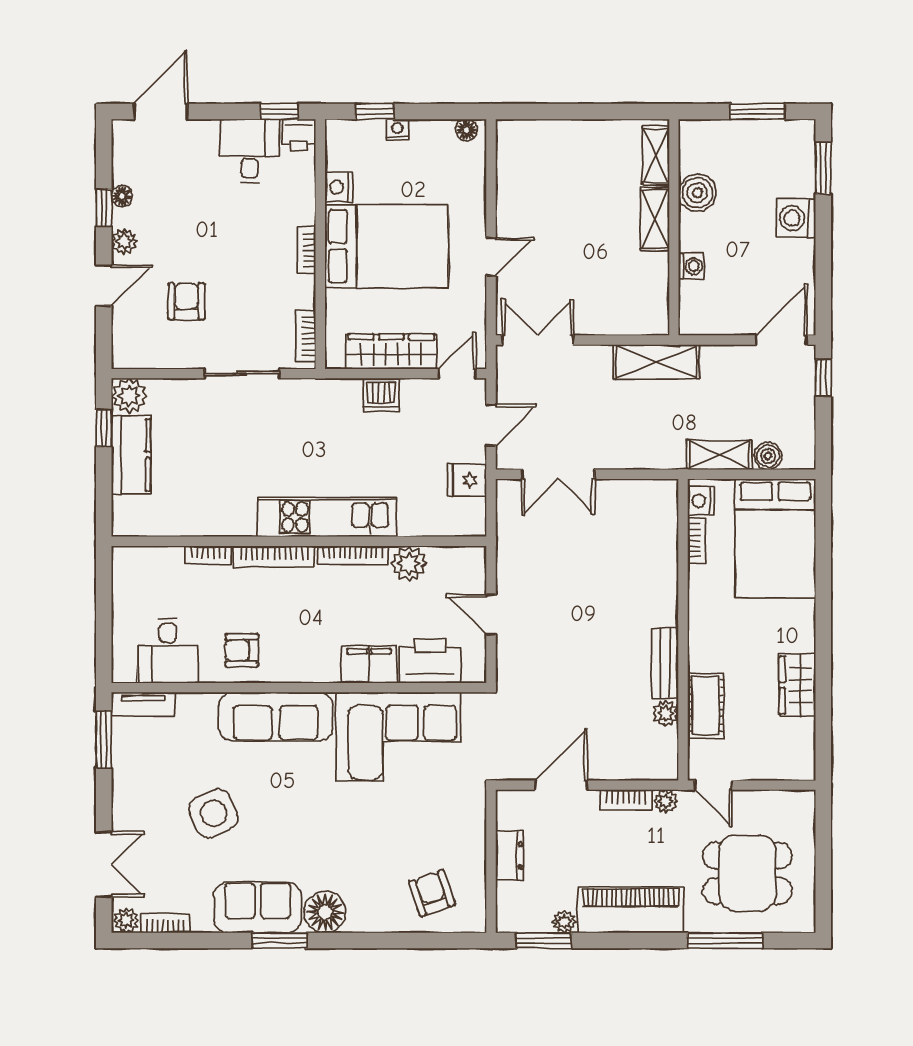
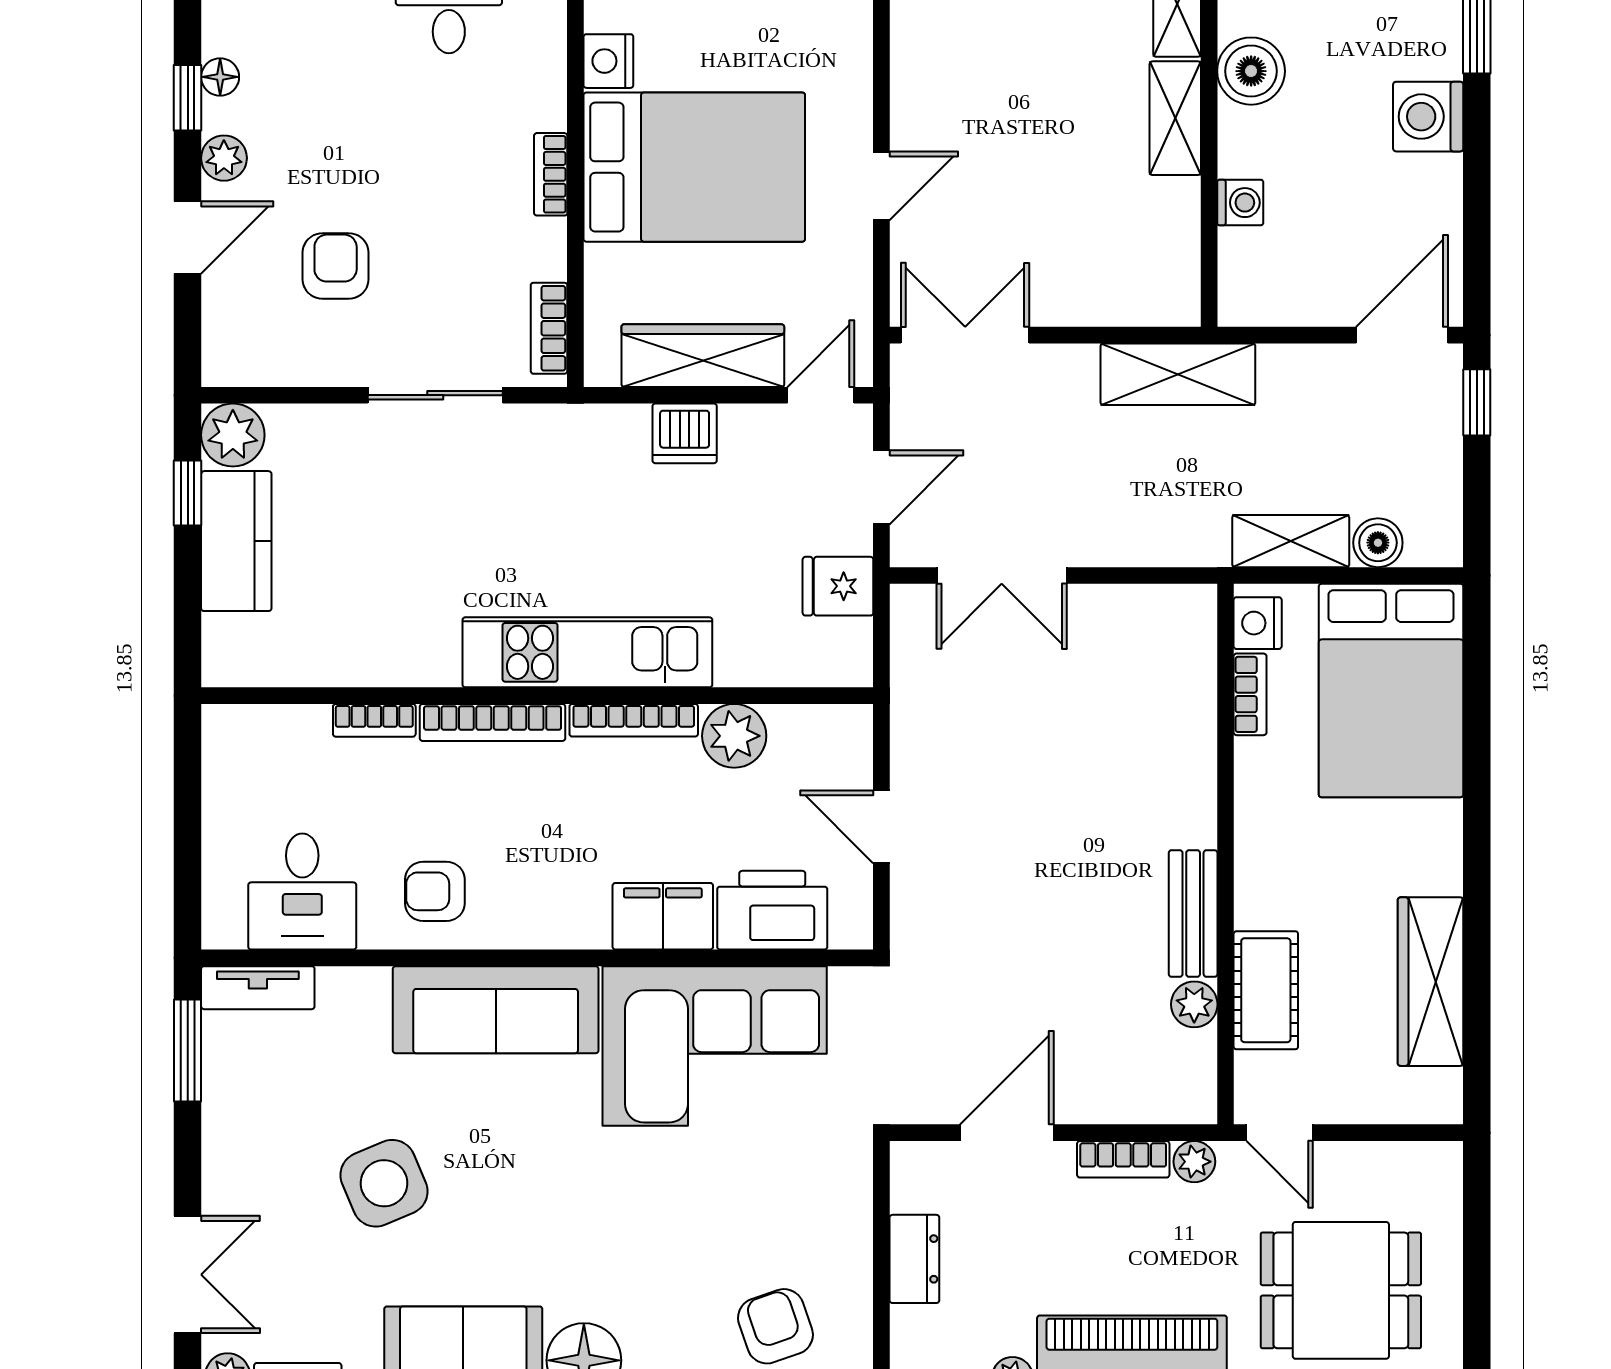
wardrobe: (797, 685) -> (1430, 982), width x1.50

